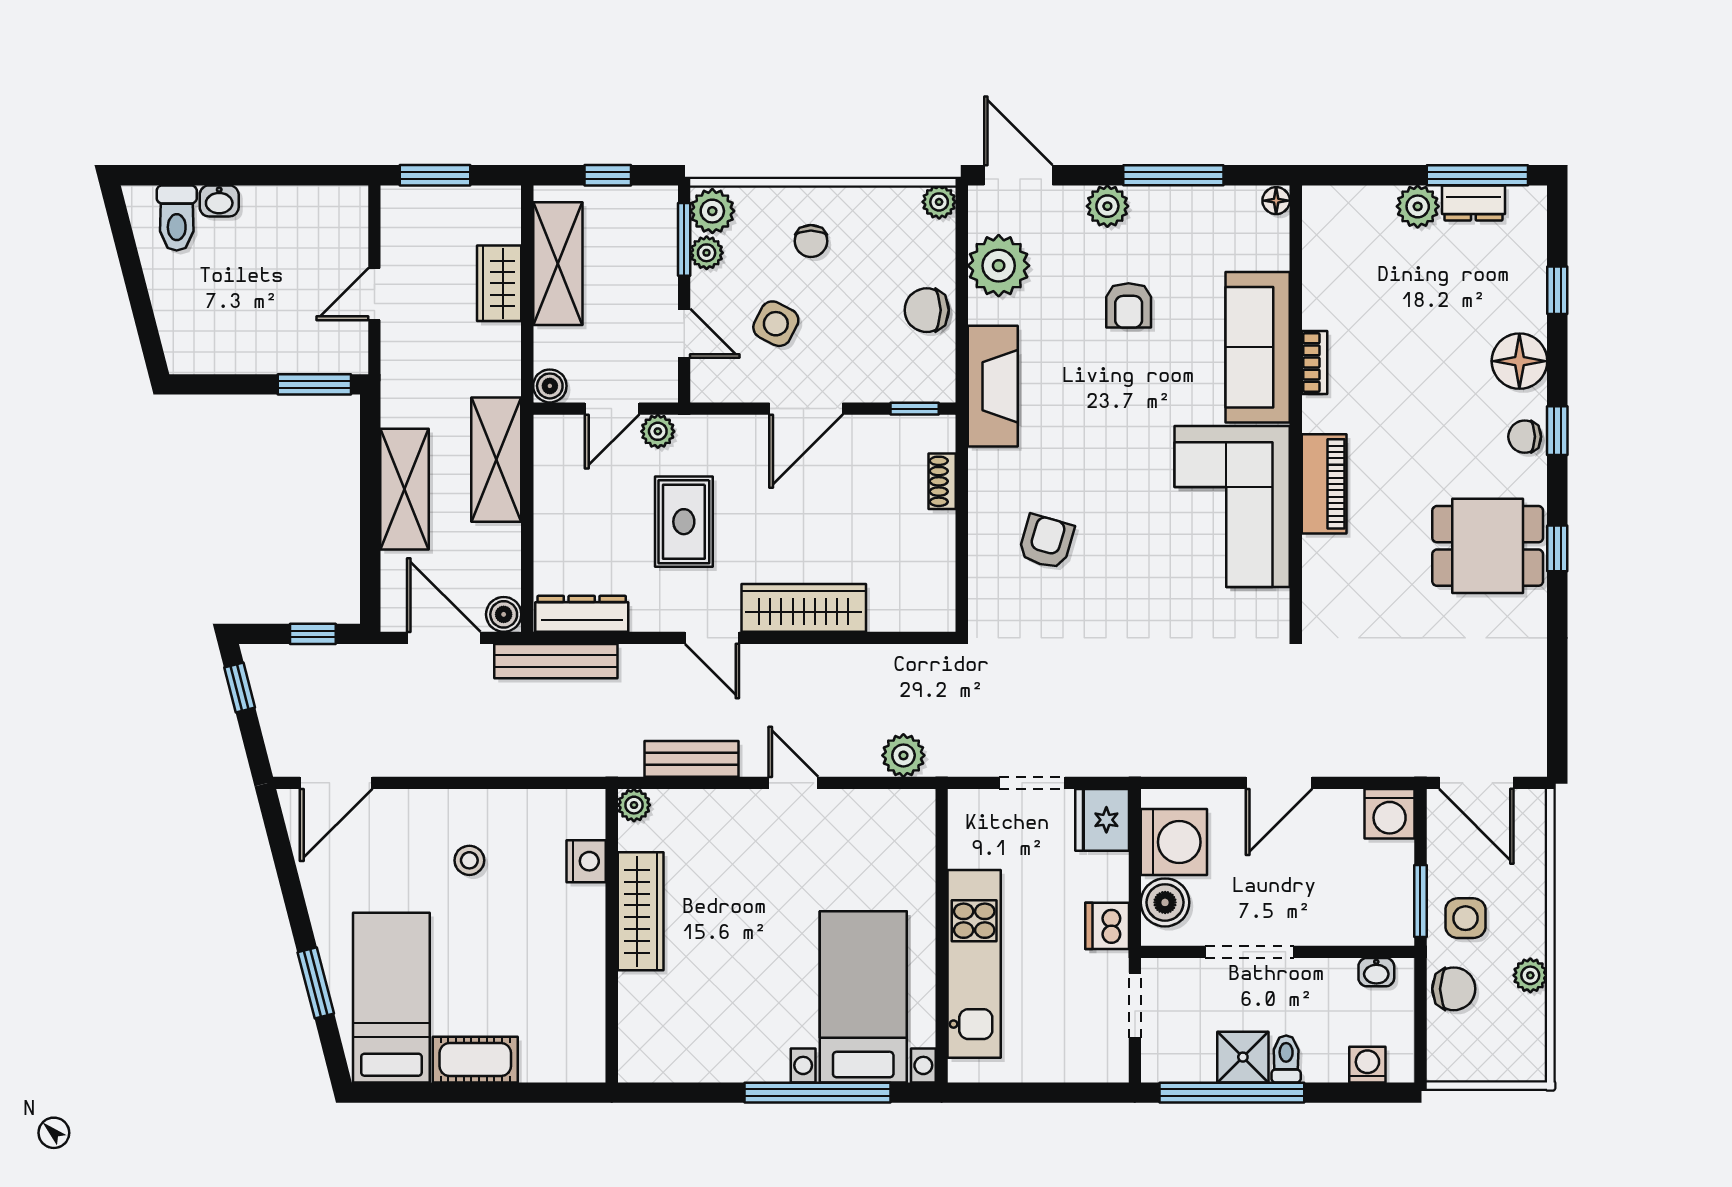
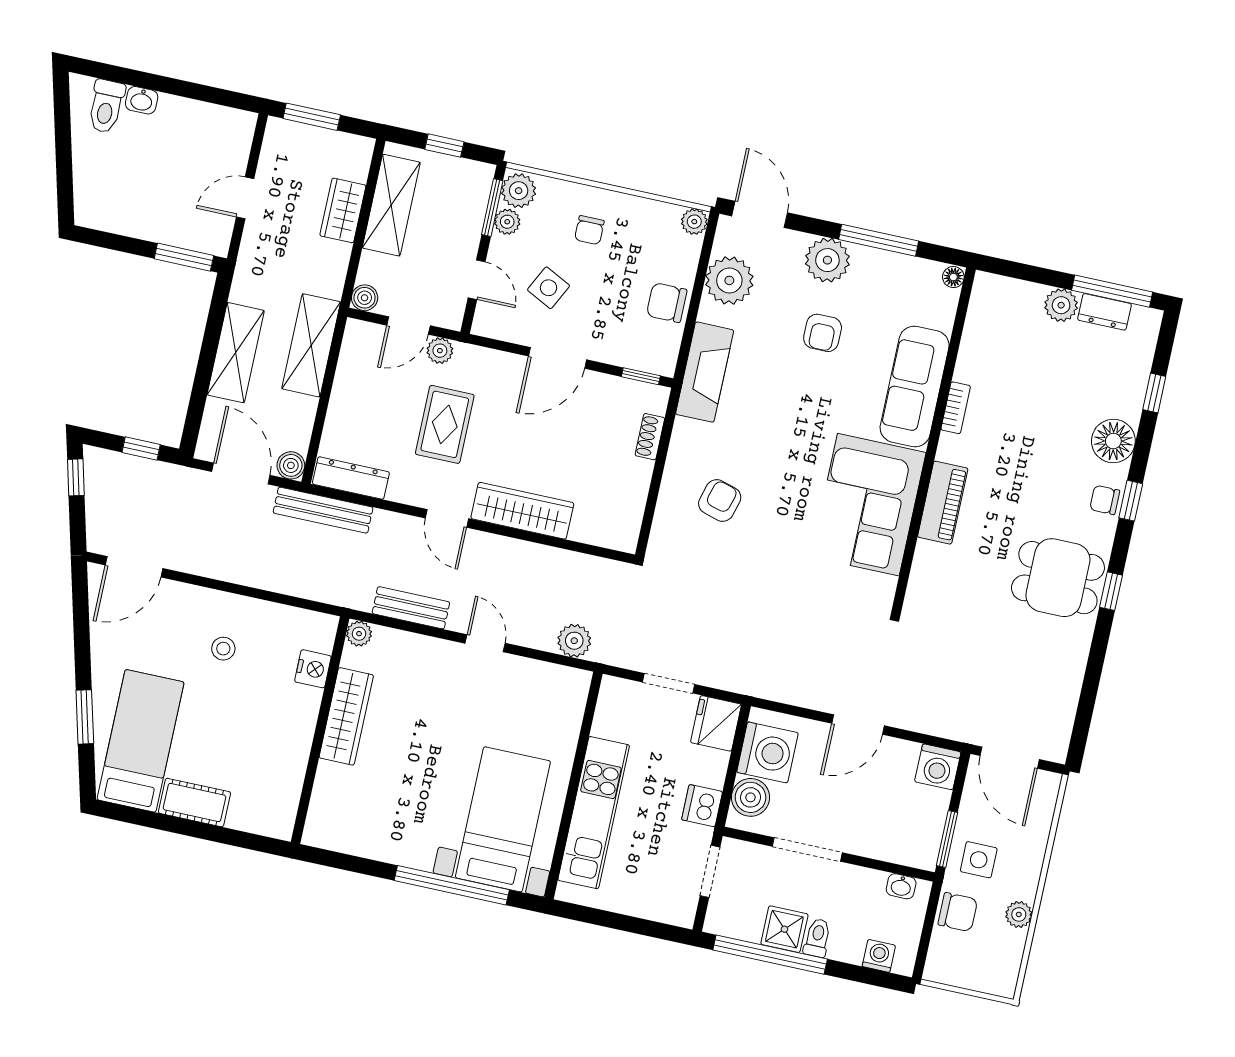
plant: (1107, 206) -> (827, 260), width x1.36, depth x1.36

